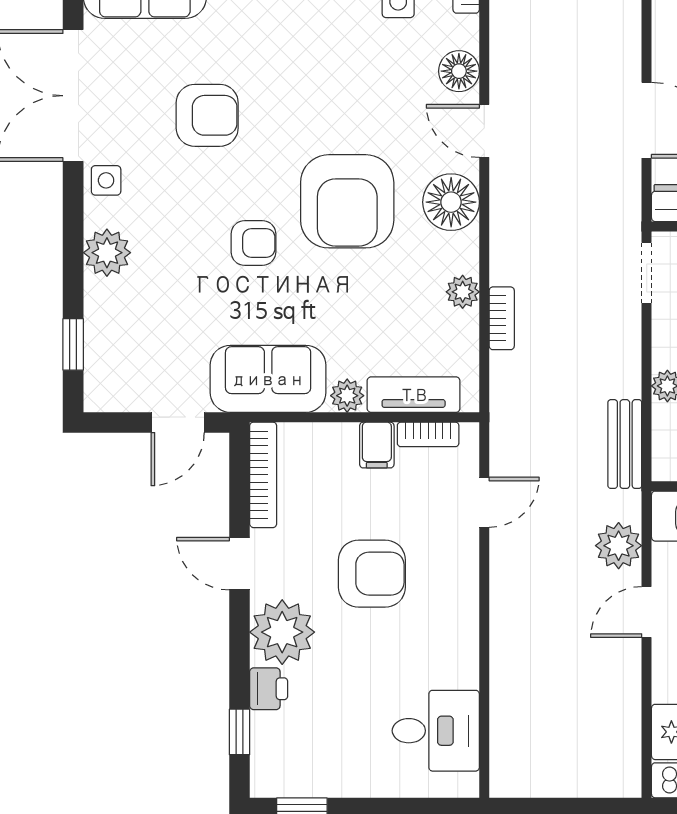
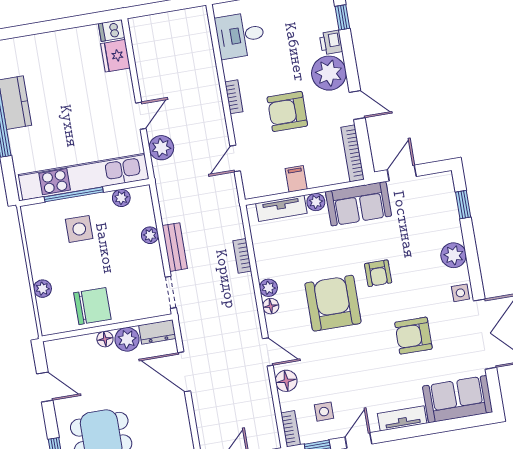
floor lamp: (451, 202) -> (271, 306), width x0.53, depth x0.53
armchair: (253, 243) -> (378, 273), turned -90
plant: (463, 292) -> (268, 288), moved
bookcase: (428, 434) -> (234, 97), moved, turned 90
bench: (625, 444) -> (175, 247), moved

